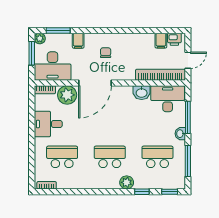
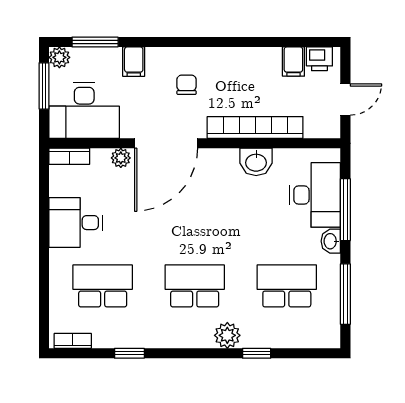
bookcase: (160, 75) -> (255, 127), moved
plant: (67, 95) -> (121, 158), width x0.53, depth x0.53
desk: (168, 99) -> (315, 195), moved, turned 90
window: (170, 192) -> (129, 353), moved

